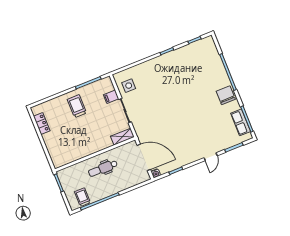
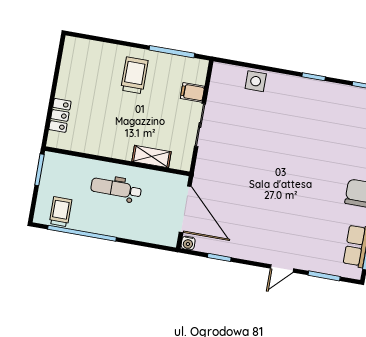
side table: (129, 86) -> (256, 81), moved
locker: (42, 124) -> (60, 115), moved
shelving: (122, 137) -> (151, 157), moved

